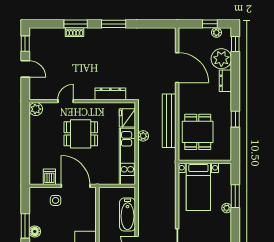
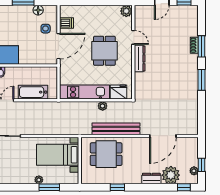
dresser: (110, 94) -> (140, 58), moved
floor lamp: (35, 231) -> (38, 10), moved

